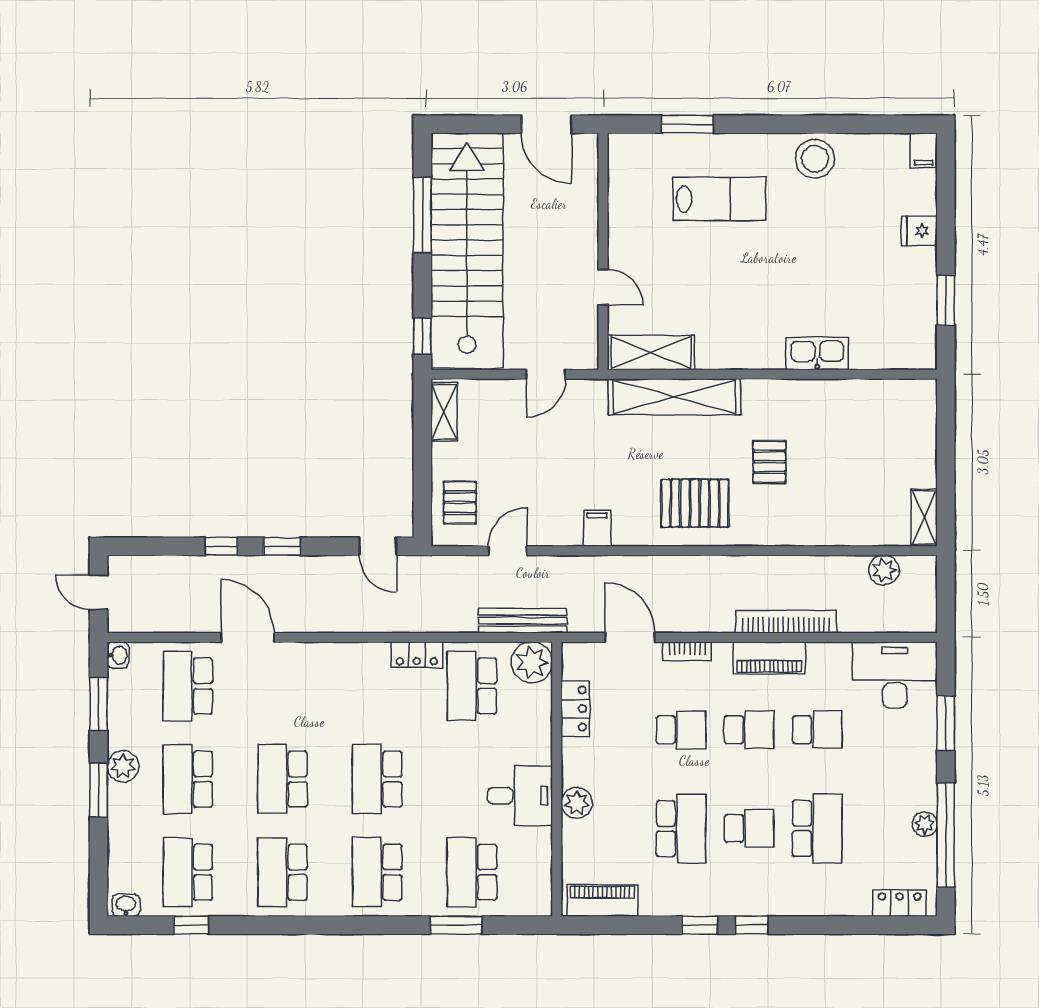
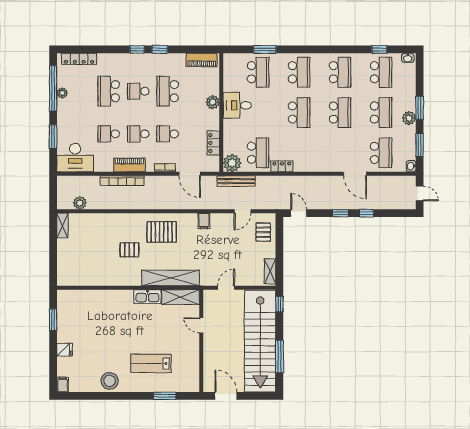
kitchen sink: (817, 354) -> (147, 297), moved
pallet: (769, 462) -> (129, 250), turned 90
locker: (900, 903) -> (79, 59), width x1.53

